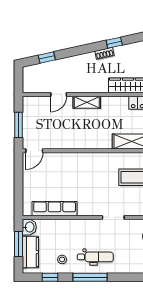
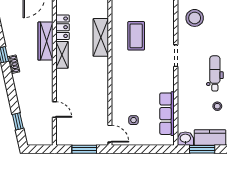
shelving: (87, 102) -> (62, 55), moved
side table: (48, 175) -> (134, 120), added

